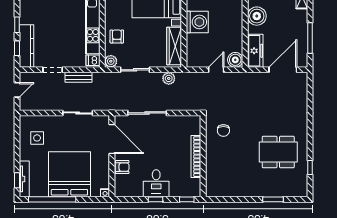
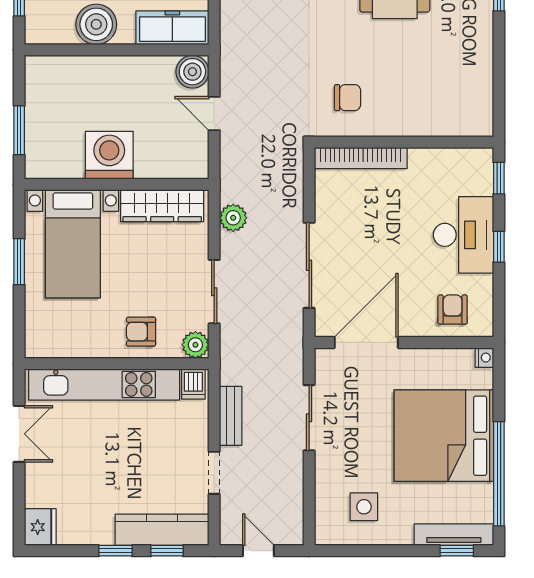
bookcase: (196, 157) -> (361, 158), moved
armchair: (122, 167) -> (453, 310), moved
desk: (156, 183) -> (463, 235), width x1.37

